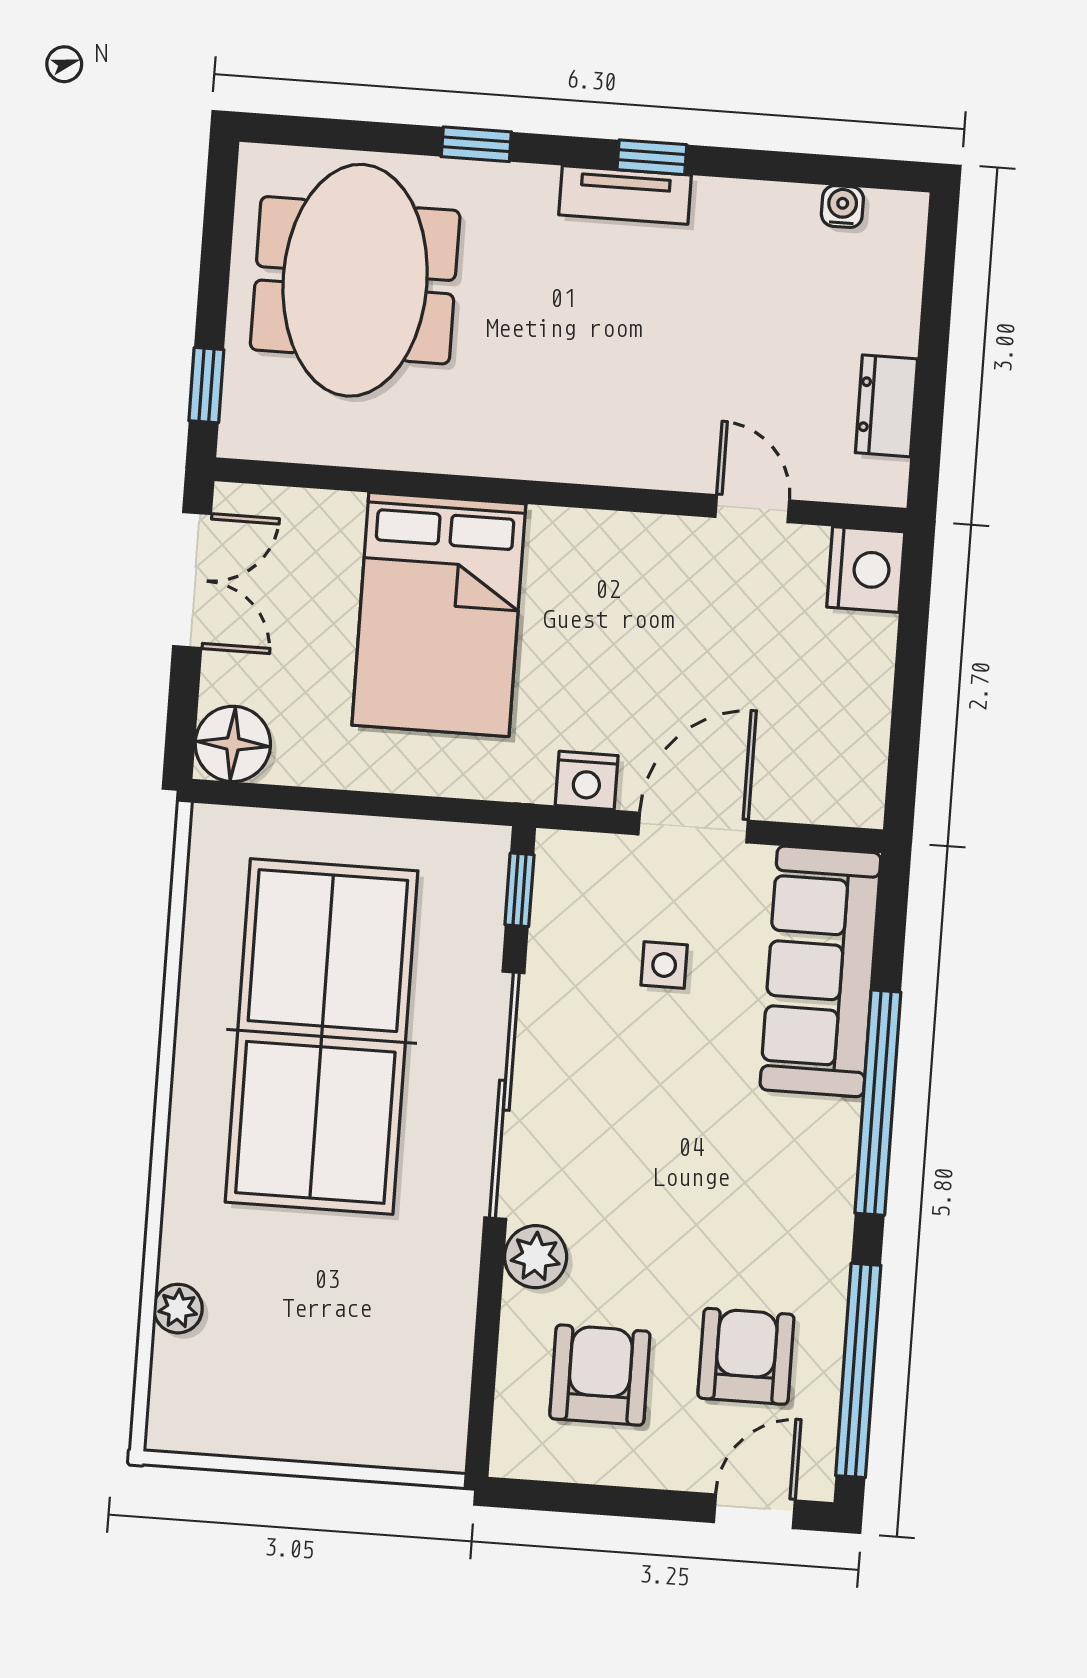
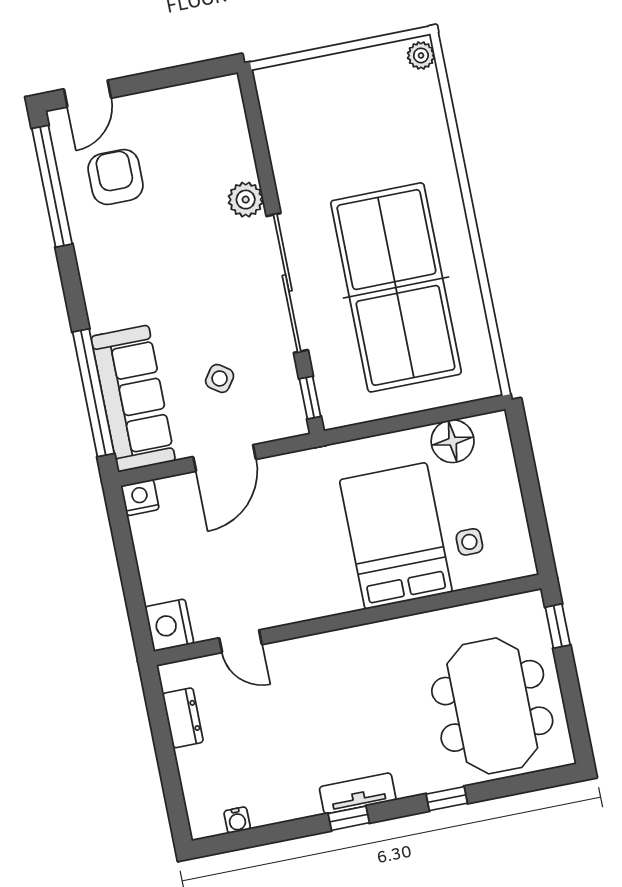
side table: (317, 570) -> (469, 542), added
double door: (192, 580) -> (536, 517), removed
floor lamp: (233, 744) -> (453, 441), moved
nightstand: (587, 780) -> (140, 498), moved
side table: (664, 965) -> (220, 378), turned 35
window: (878, 1103) -> (93, 393), moved
plant: (178, 1309) -> (421, 55), moved
armchair: (746, 1356) -> (116, 177), turned 180
armchair: (600, 1375) -> (193, 145), removed

